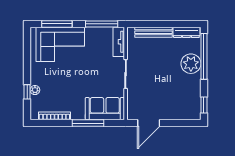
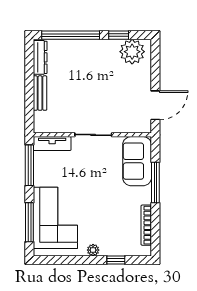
bench: (153, 32) -> (40, 93), width x0.73
plant: (191, 64) -> (132, 52), moved
plant: (35, 90) -> (93, 250), moved
window: (204, 105) -> (119, 35), moved
door: (149, 123) -> (155, 105), hinge flipped

